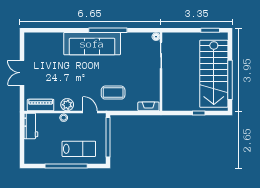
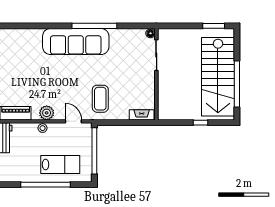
coffee table: (113, 93) -> (100, 99), turned 90

